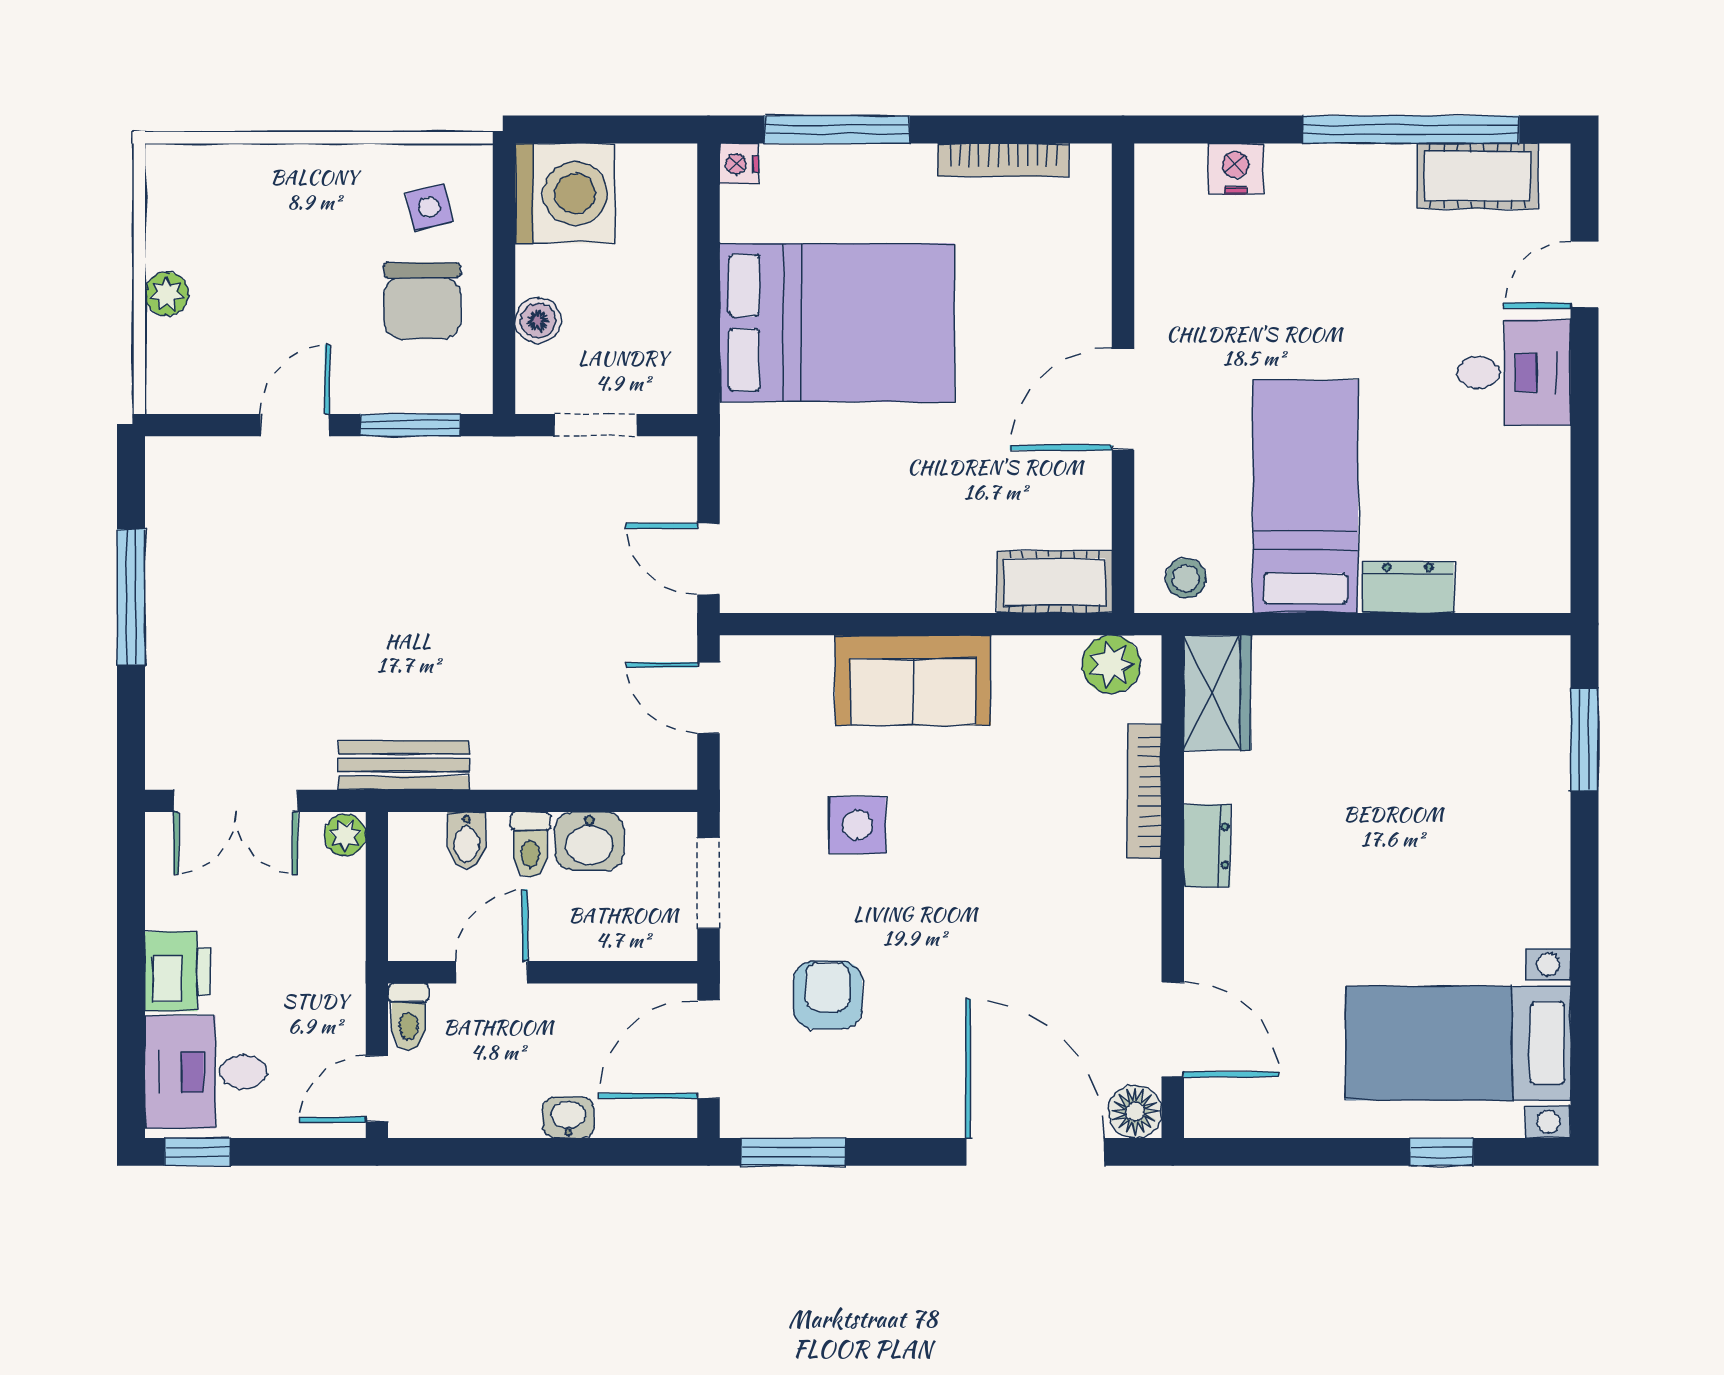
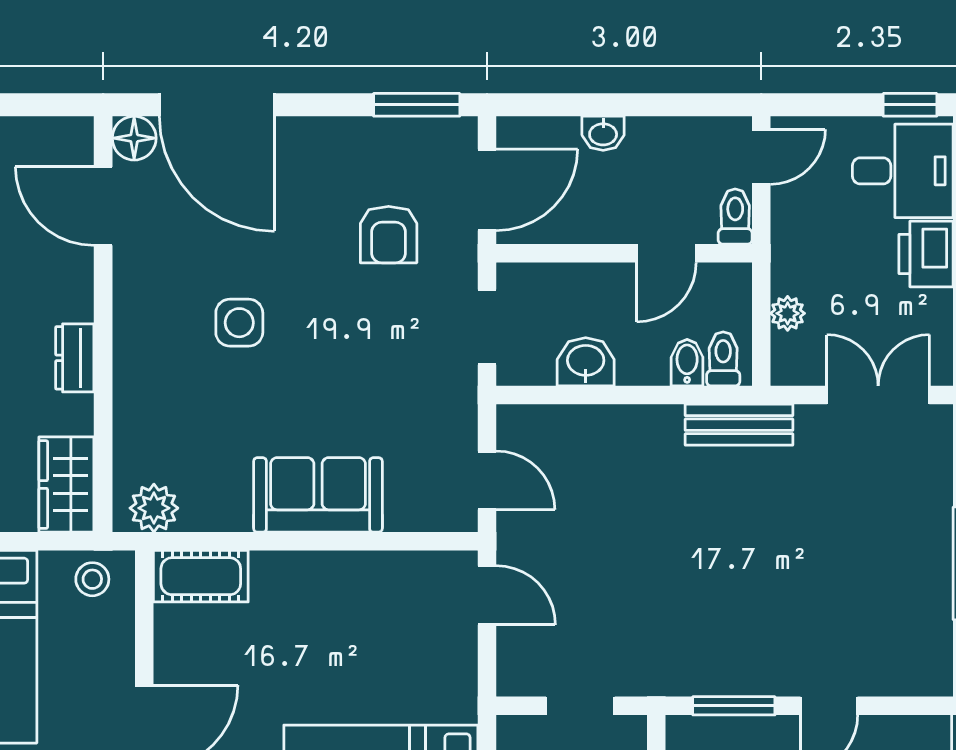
bookcase: (1145, 792) -> (126, 403), removed
side table: (857, 825) -> (239, 323), moved
plant: (345, 835) -> (788, 313), moved
toilet: (530, 845) -> (723, 359), moved

